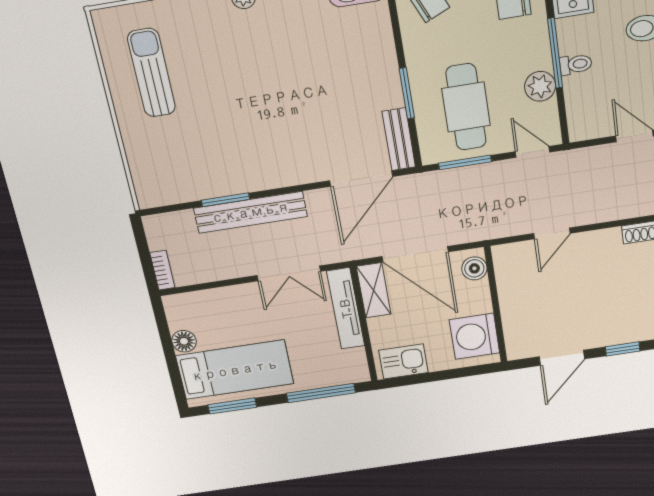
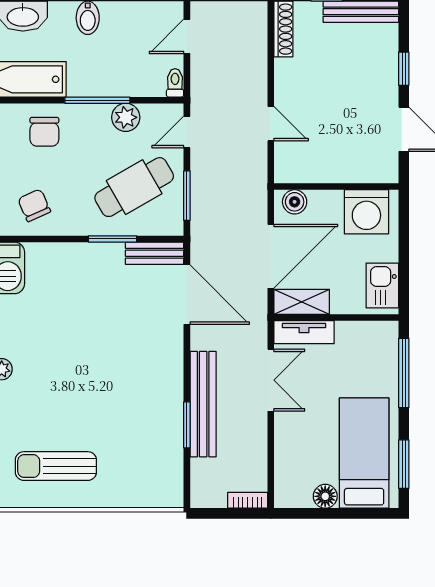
toilet: (576, 64) -> (175, 83), moved
cafe table: (466, 107) -> (134, 187), turned -30
tv unit: (346, 309) -> (304, 332), width x0.71

